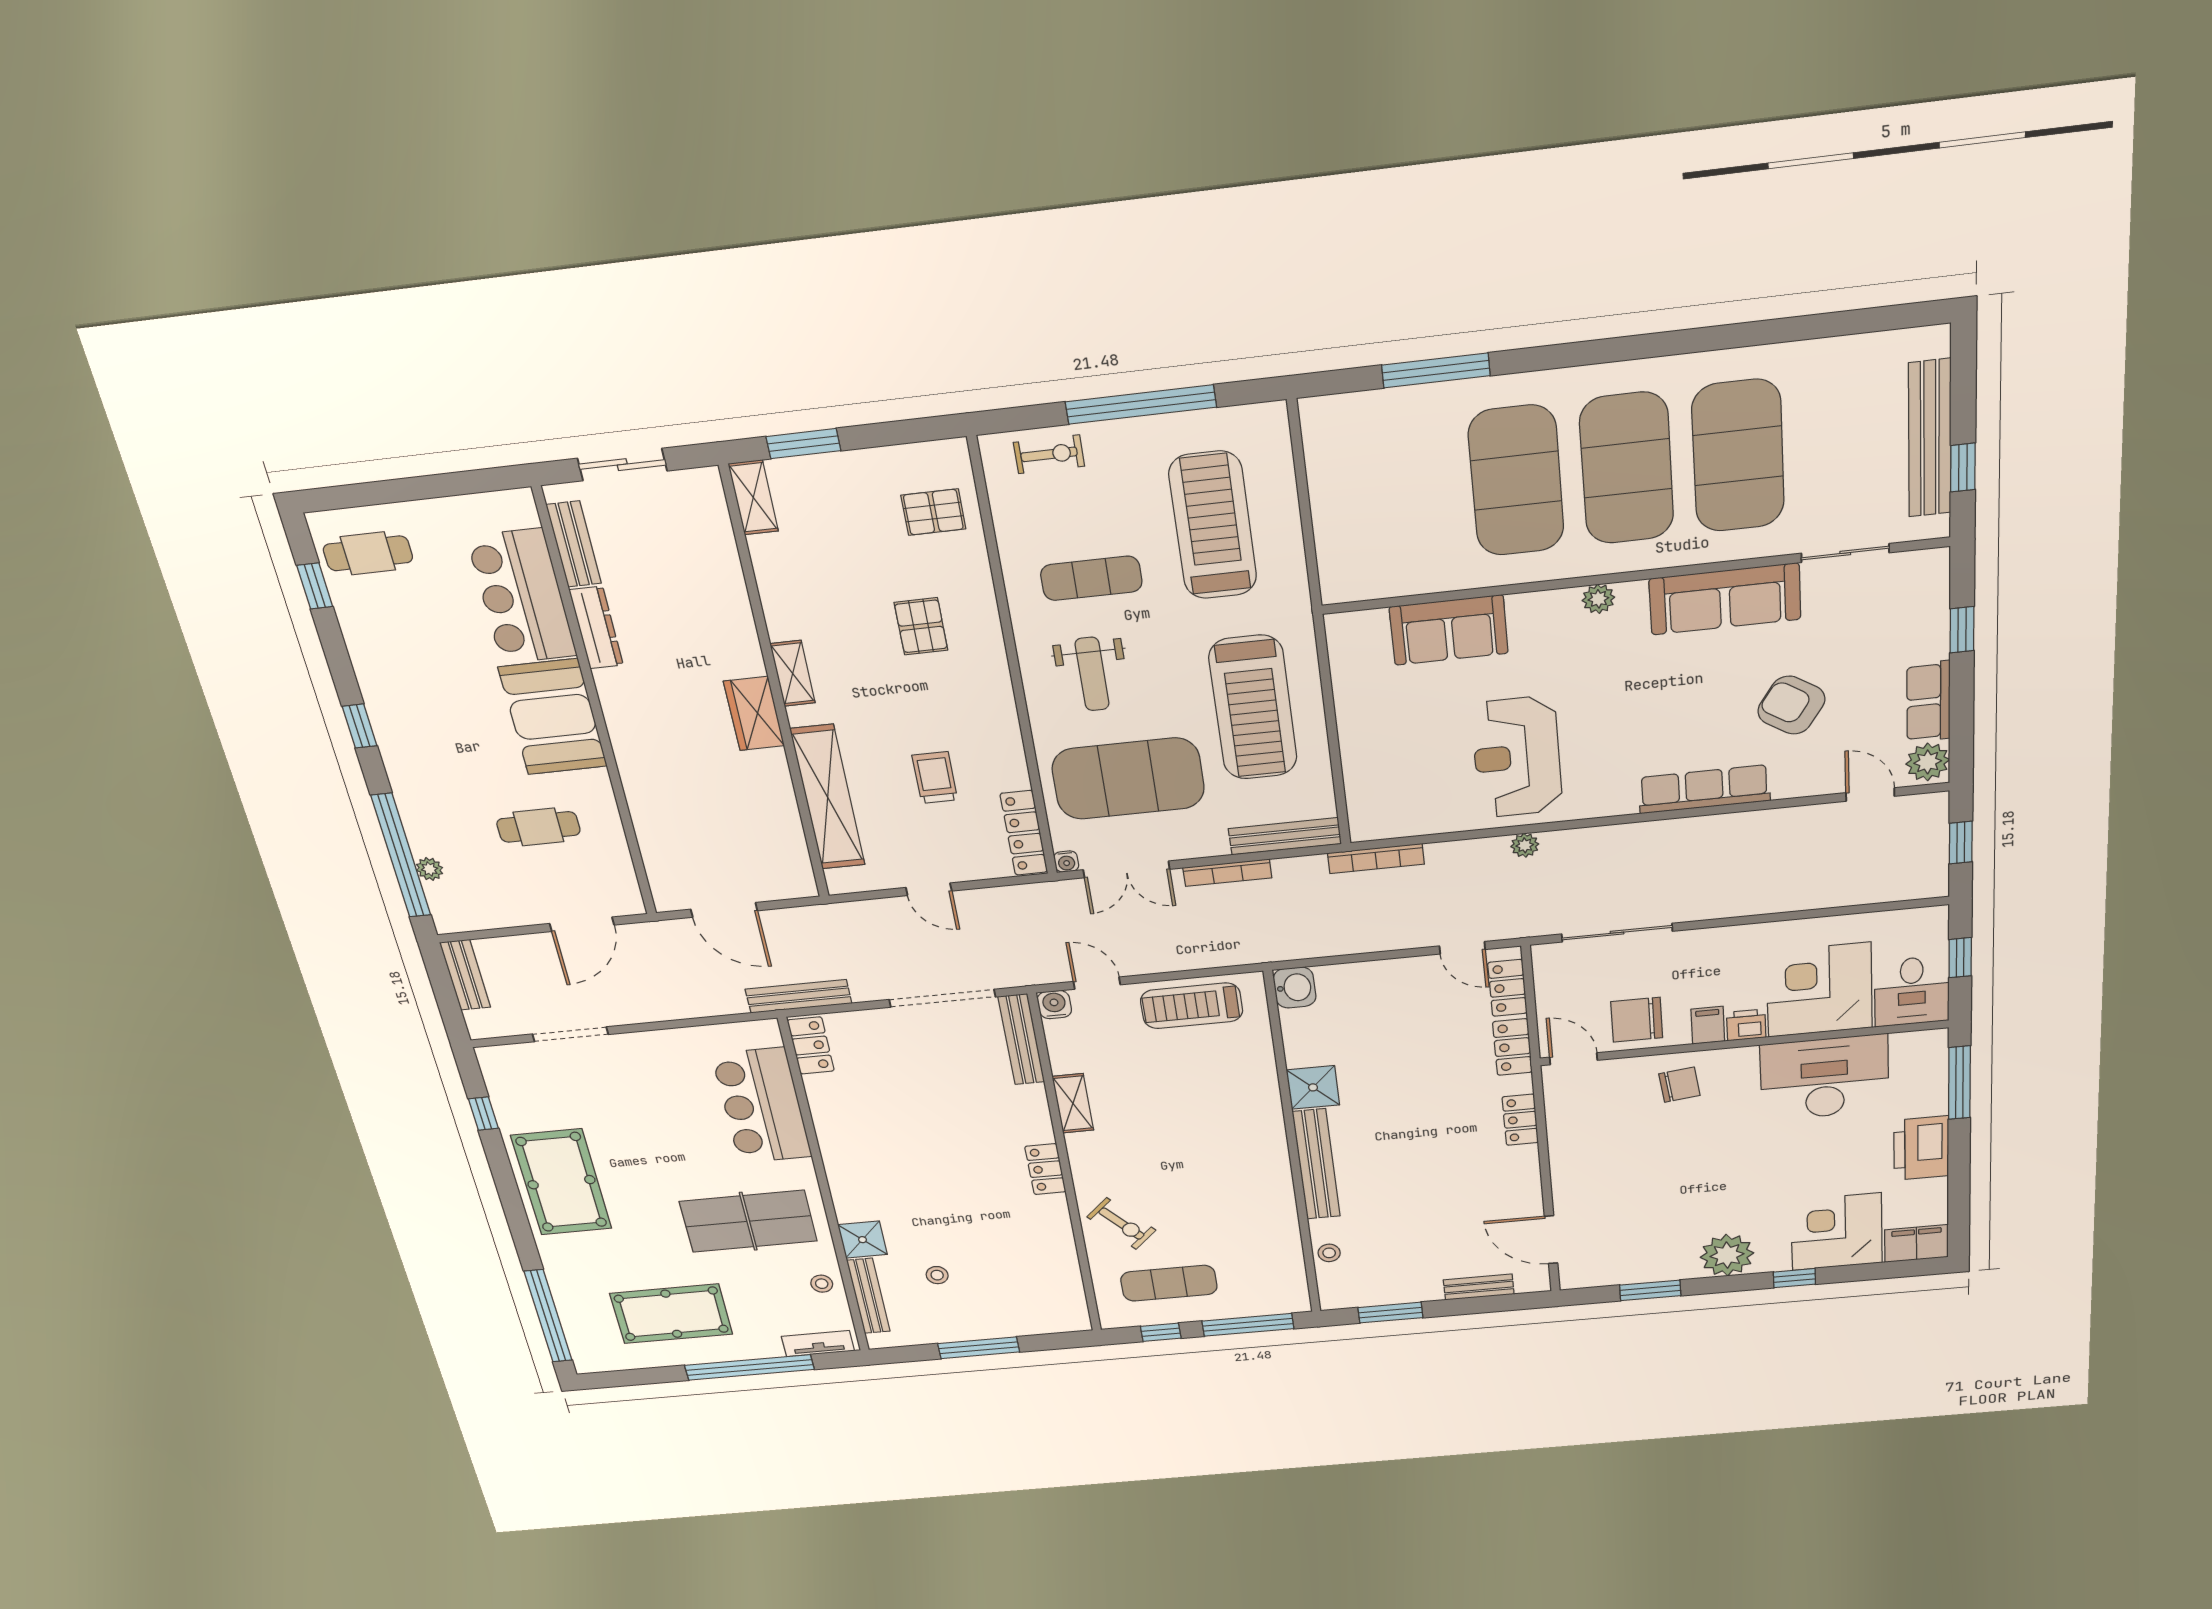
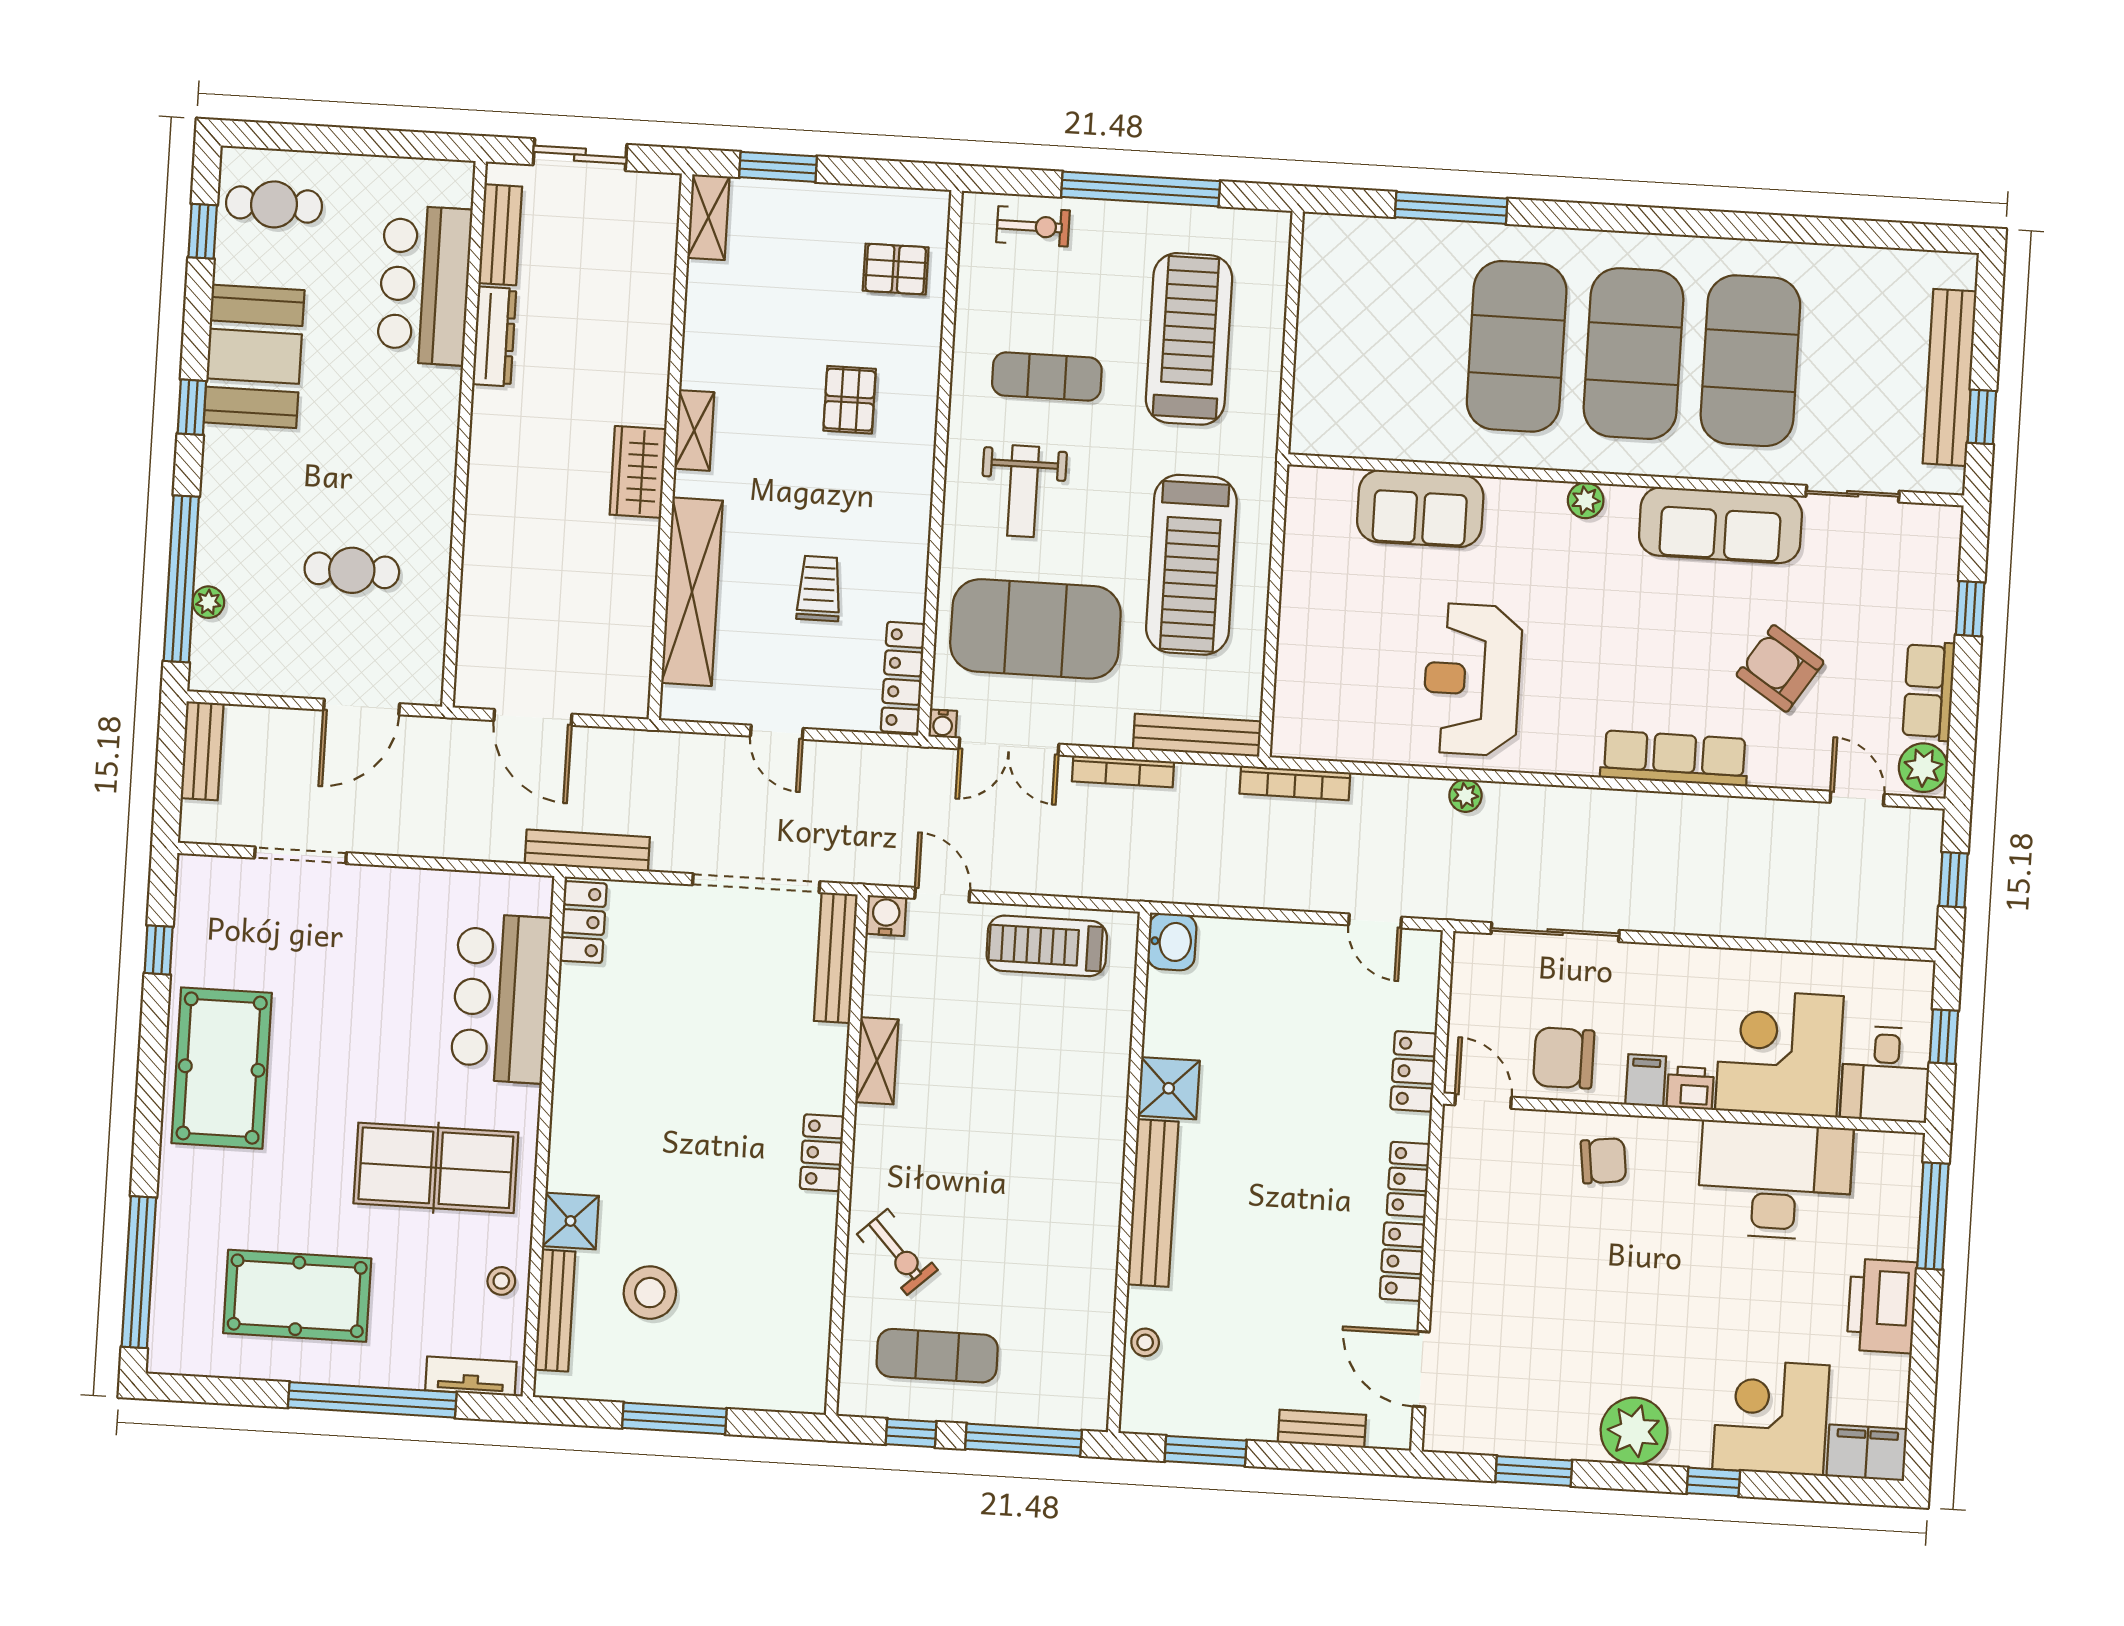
booth: (553, 717) -> (254, 356), moved
locker: (1507, 988) -> (1402, 1262), moved
stool: (937, 1275) -> (650, 1293), width x1.89, depth x1.89

